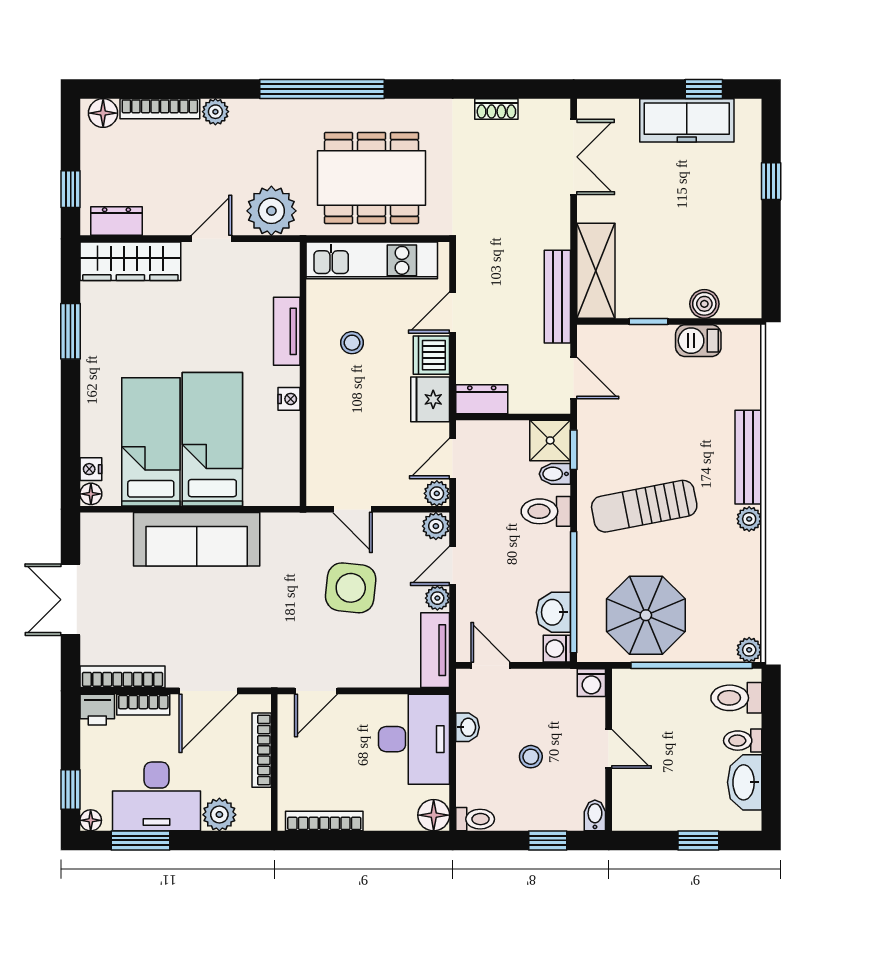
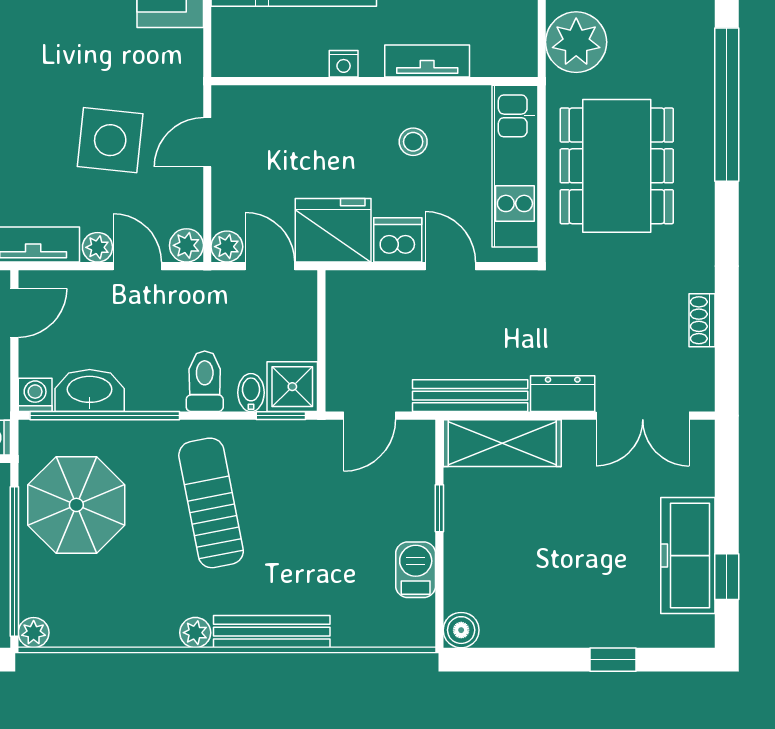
boiler: (704, 304) -> (461, 630), moved
fridge: (430, 399) -> (333, 230), width x1.36, depth x1.34
dresser: (482, 399) -> (563, 394), moved, turned -90
washbasin: (553, 612) -> (90, 391), width x1.38

